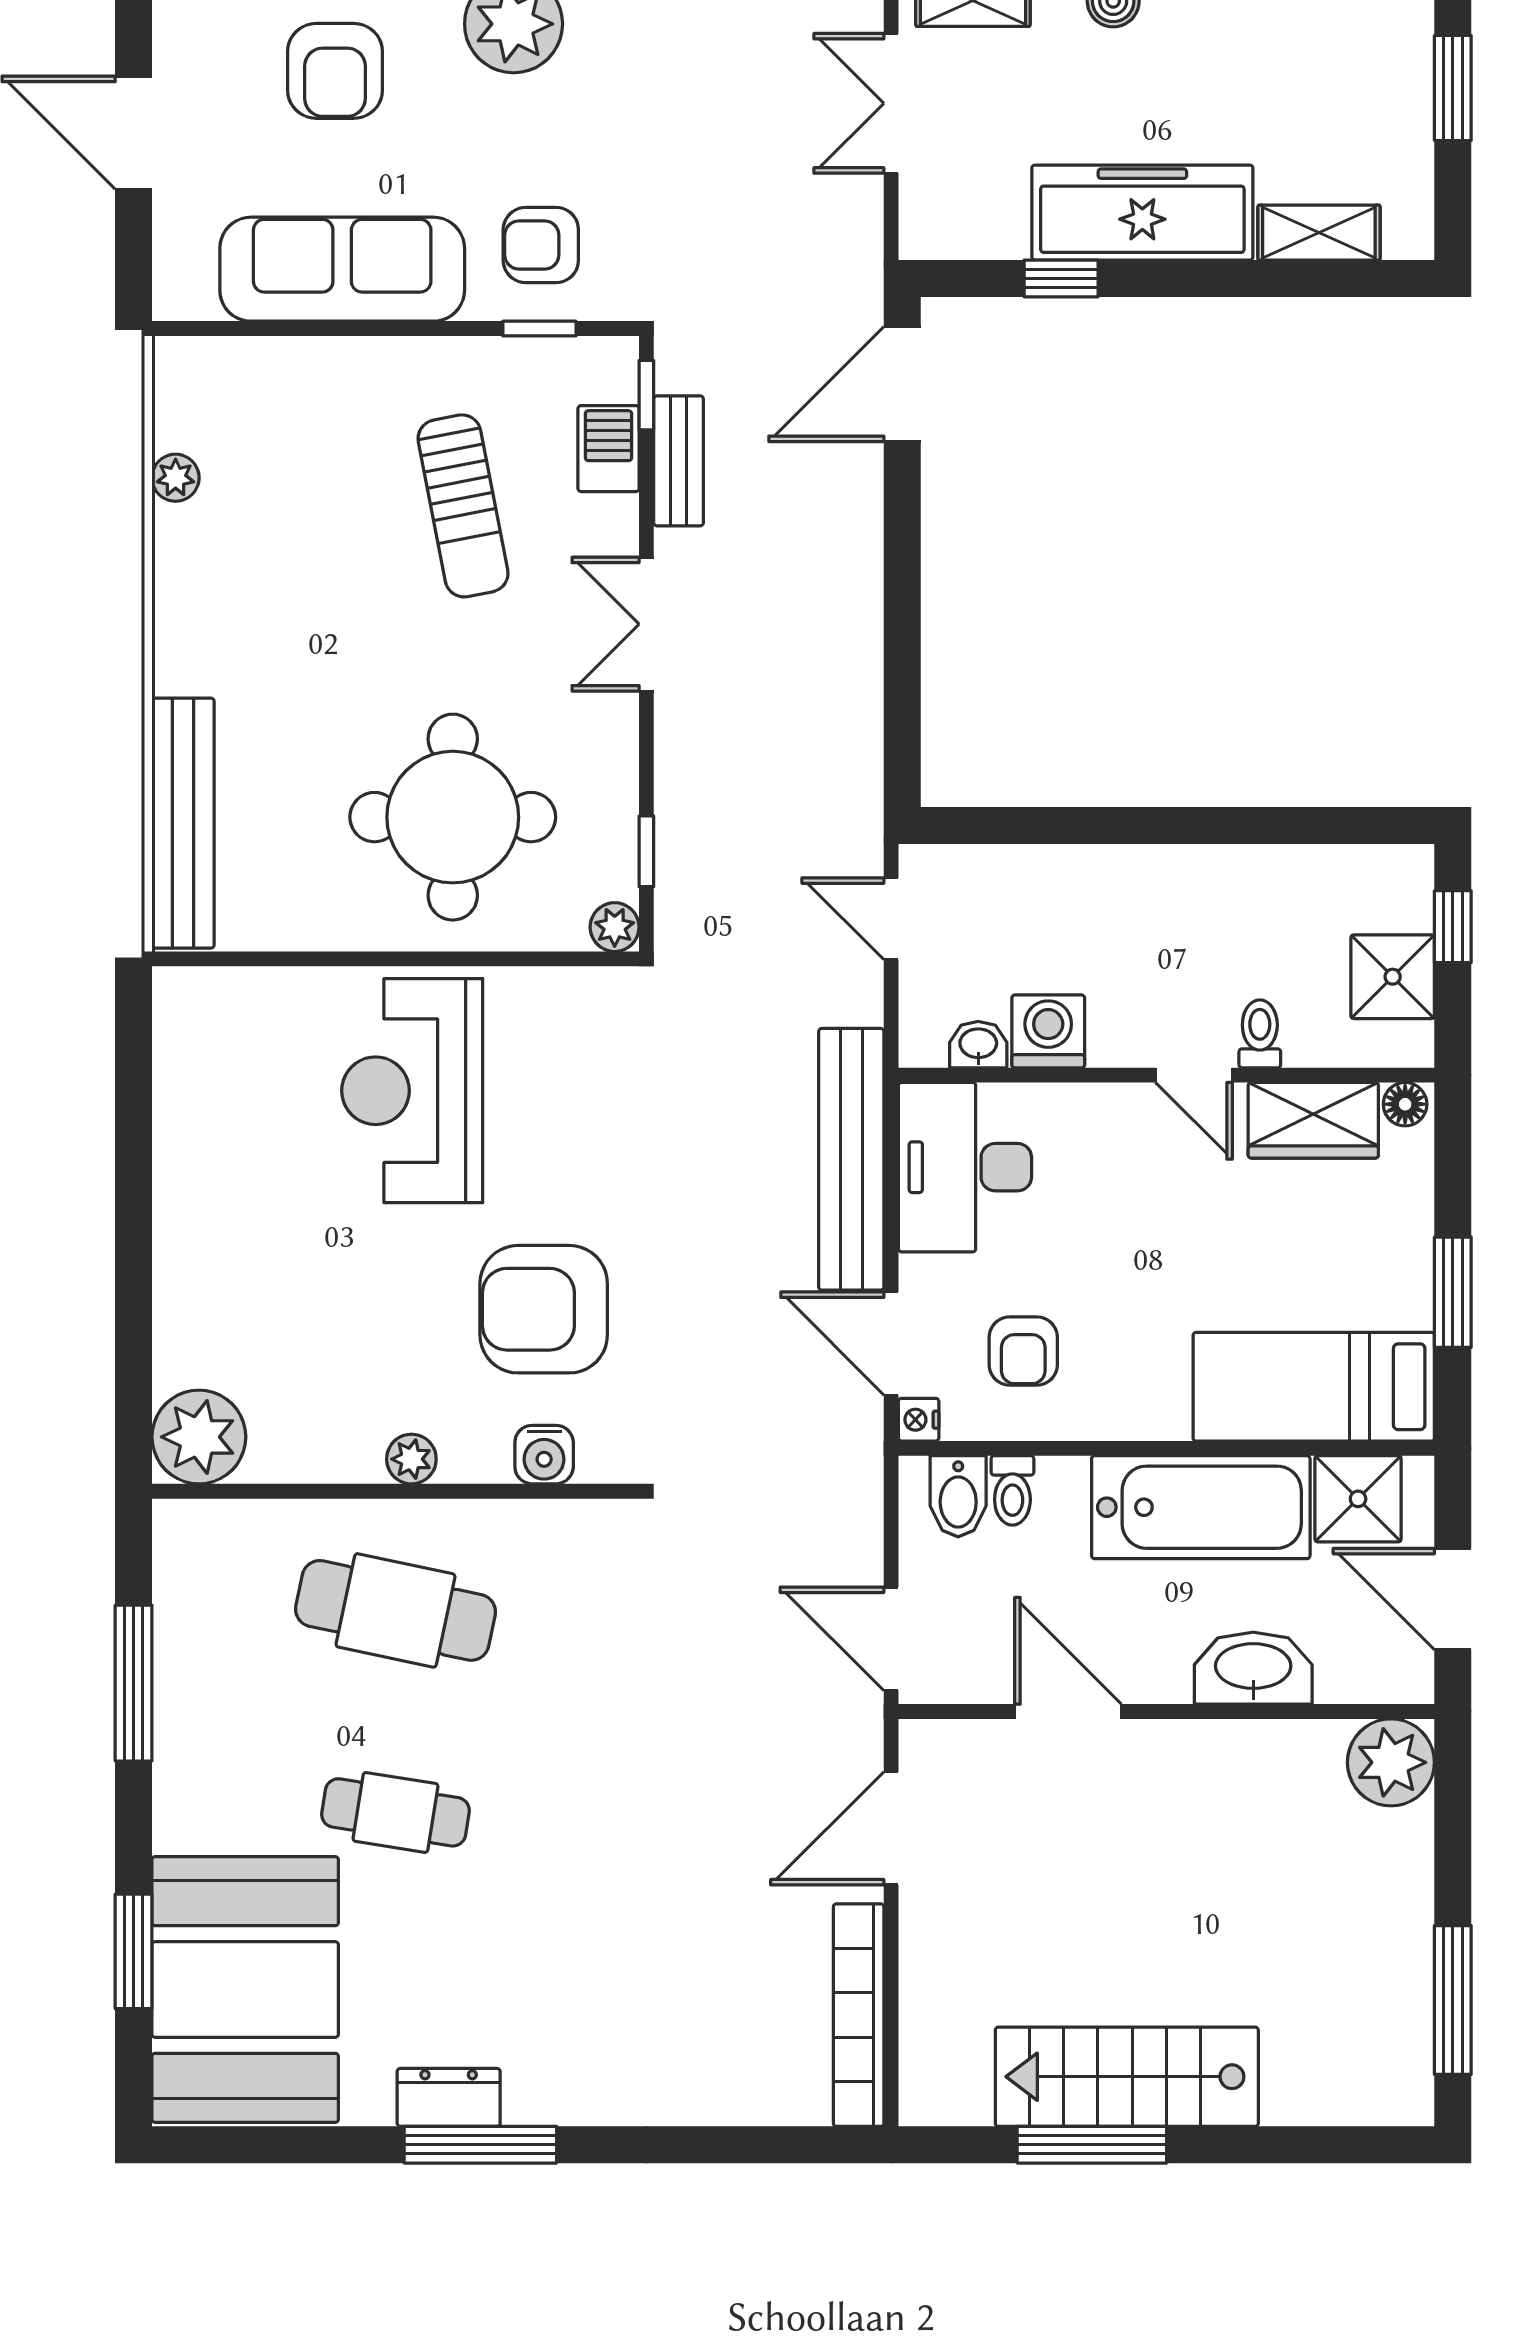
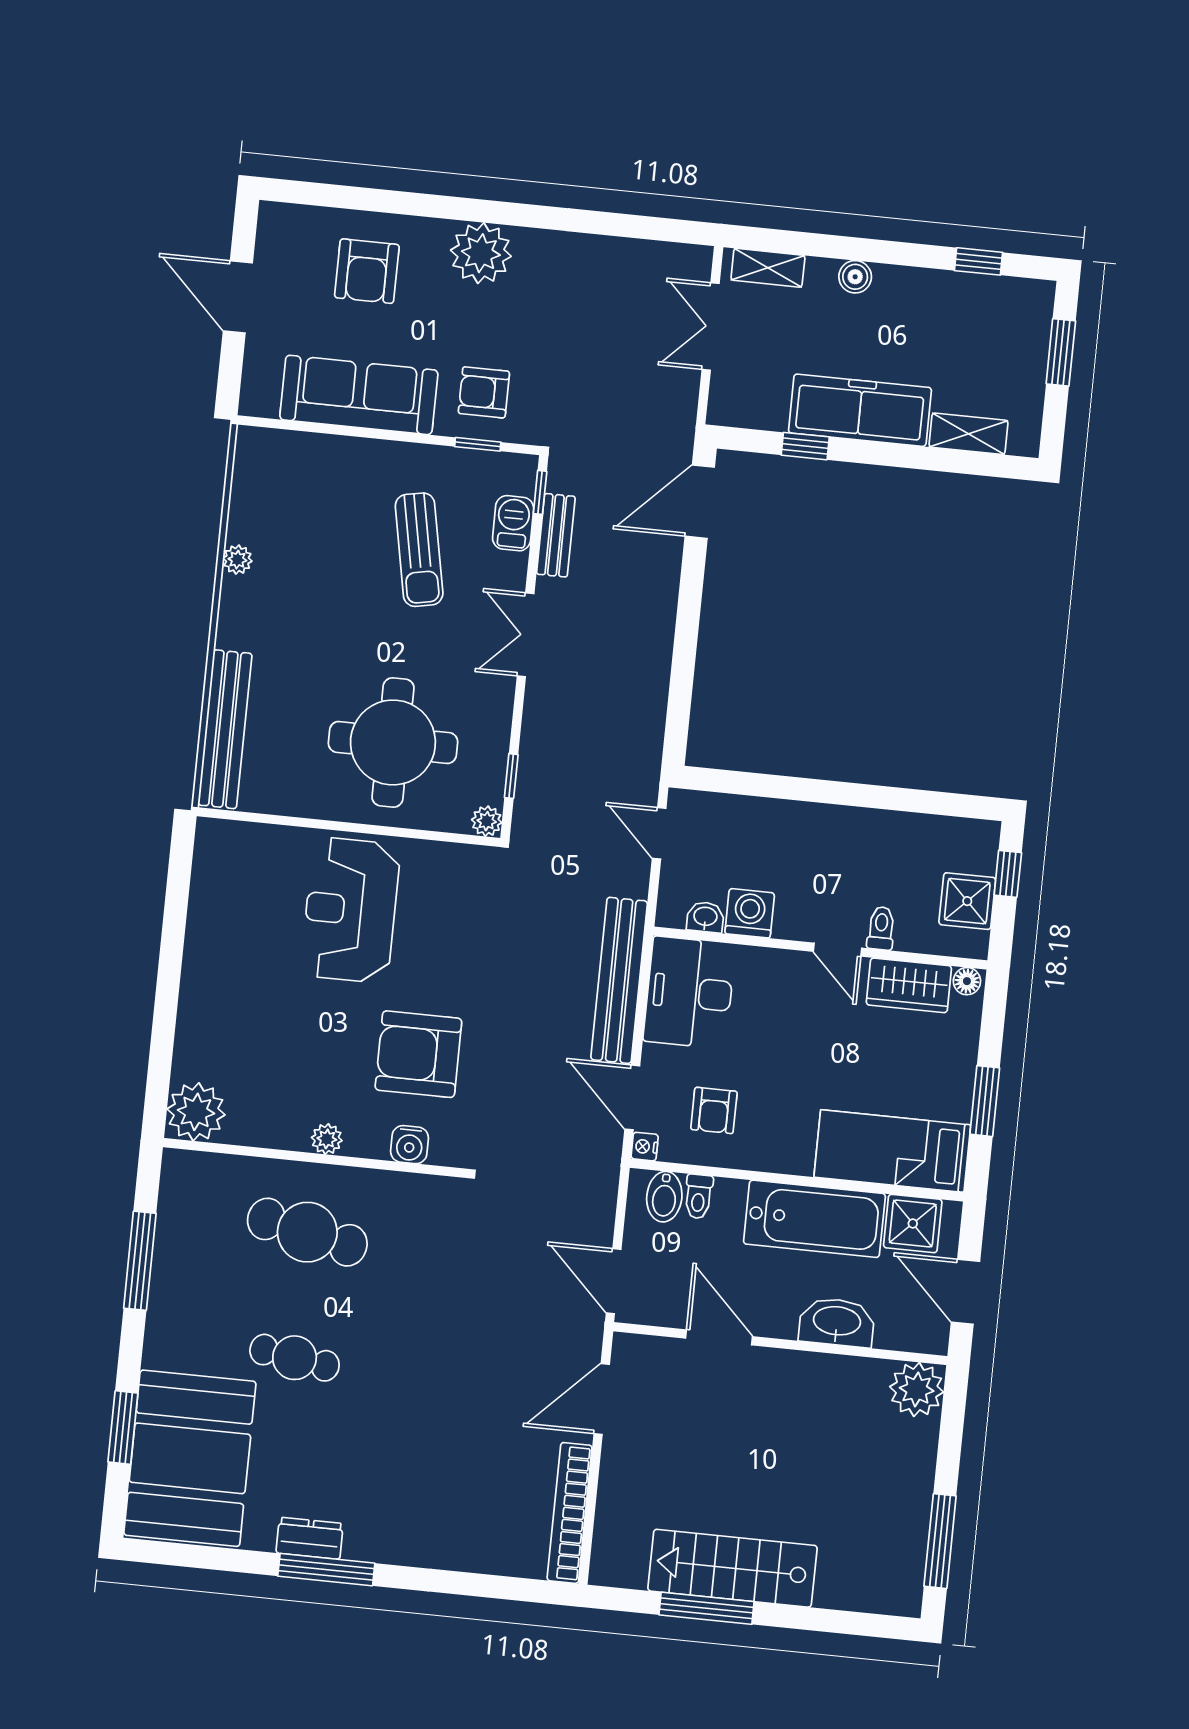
plant: (176, 478) -> (237, 560), moved

